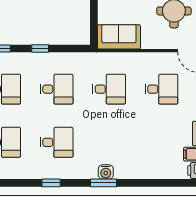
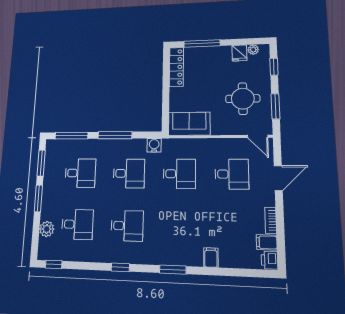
window: (40, 48) -> (115, 135), width x2.17
filing cabinet: (140, 170) -> (211, 258), added
water cooler: (106, 172) -> (154, 145), moved, turned 180

